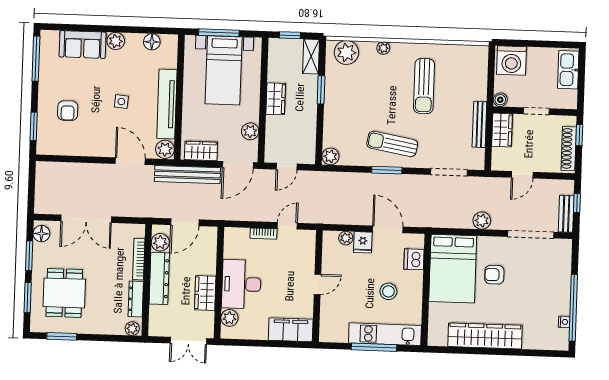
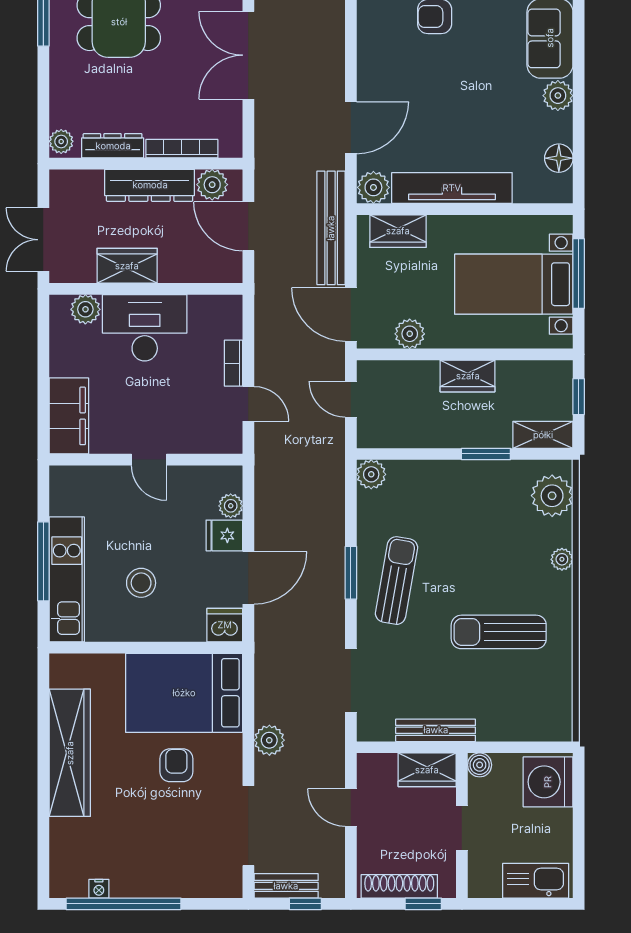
side table: (121, 102) -> (454, 109), removed
wardrobe: (201, 151) -> (398, 231), moved, turned 90
dishwasher: (414, 259) -> (225, 625), moved

